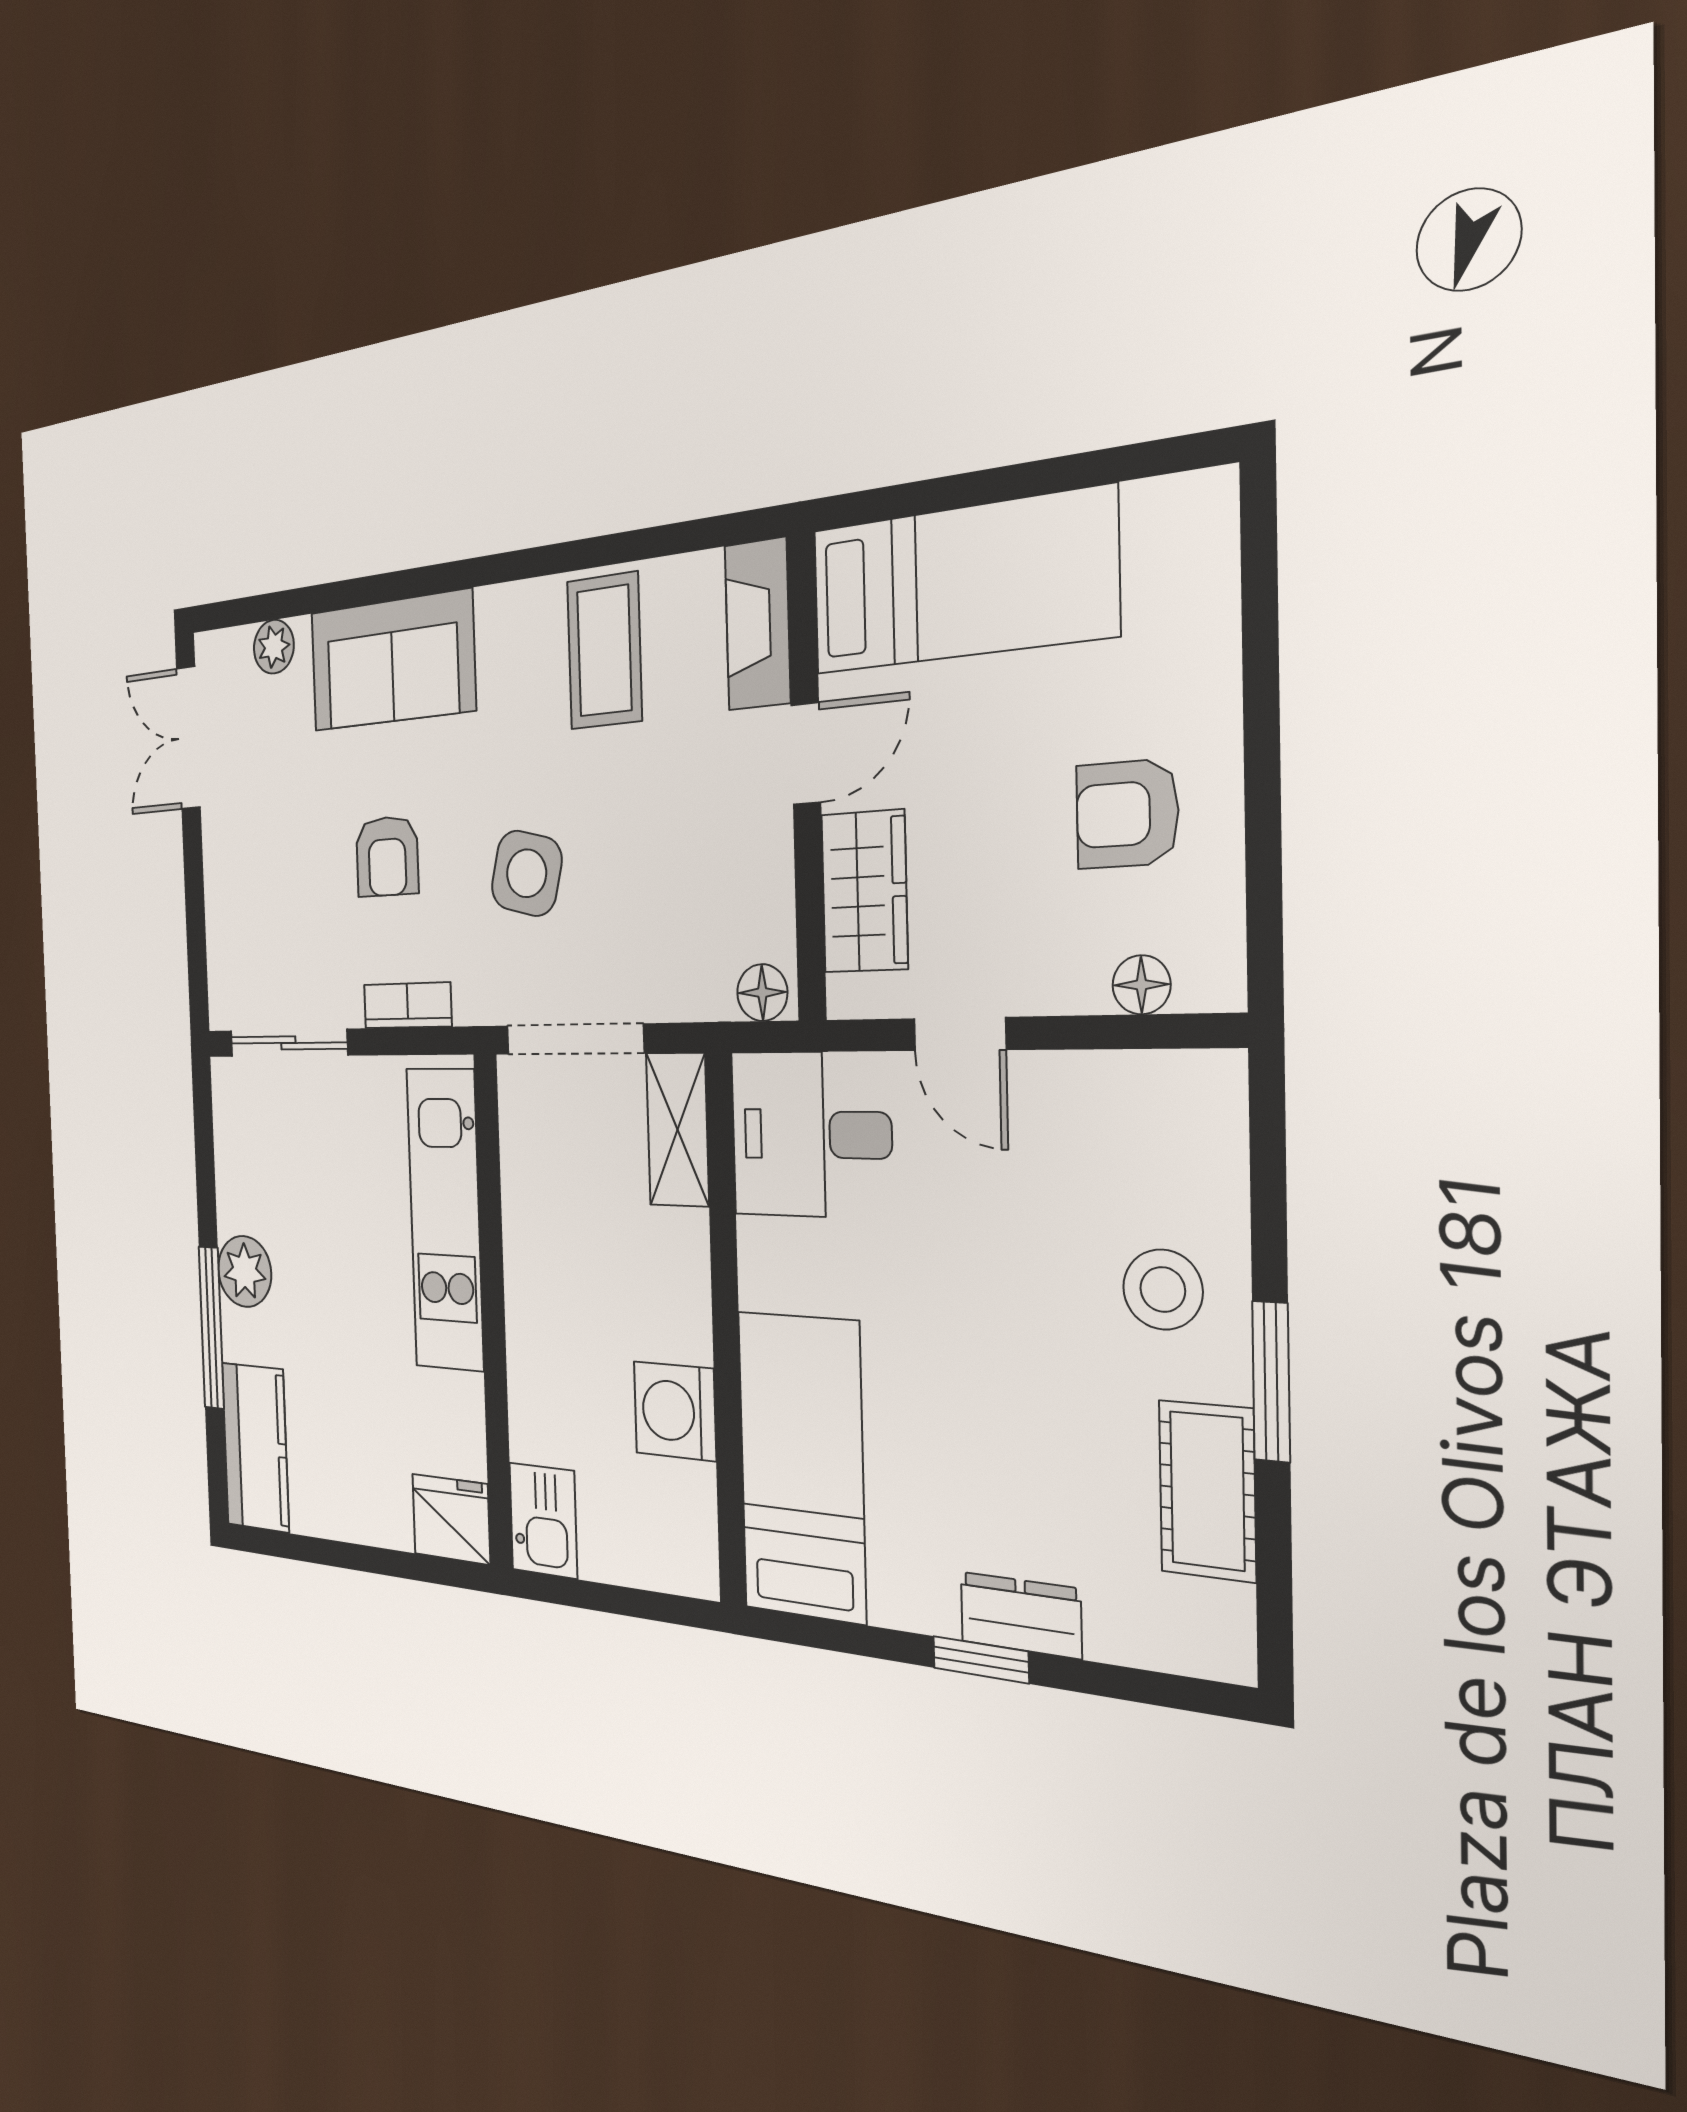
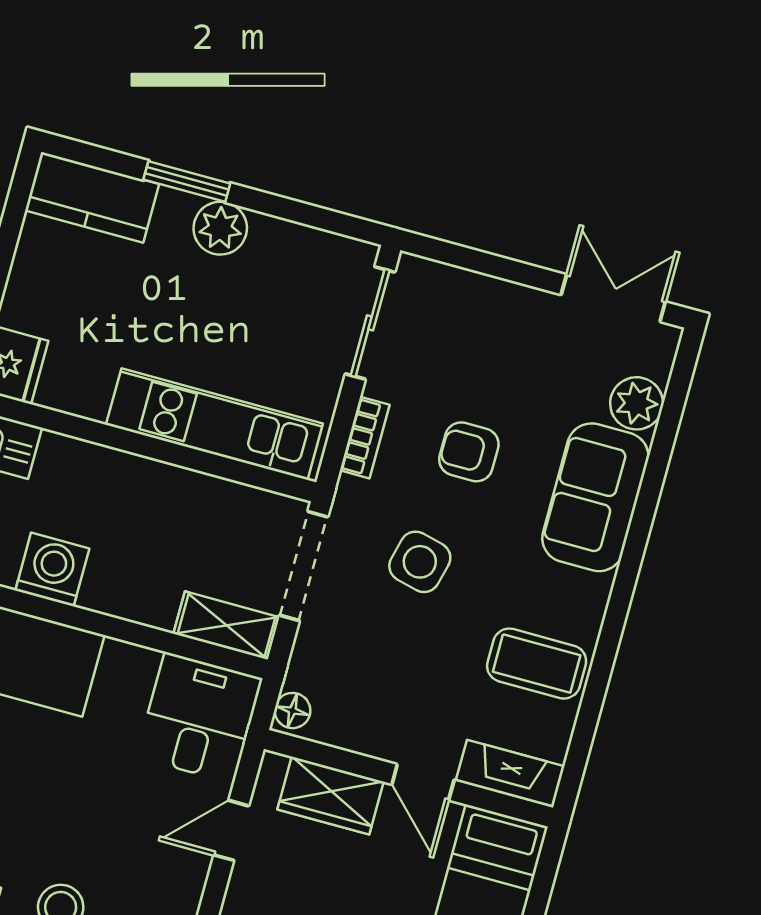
plant: (274, 647) -> (637, 403), width x1.38, depth x1.38
window: (211, 1328) -> (187, 181), width x0.69

